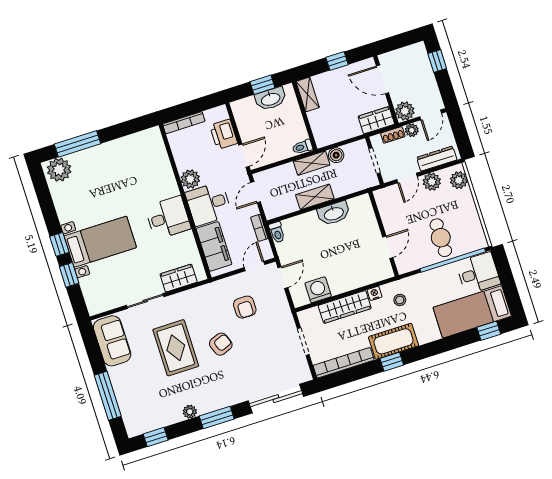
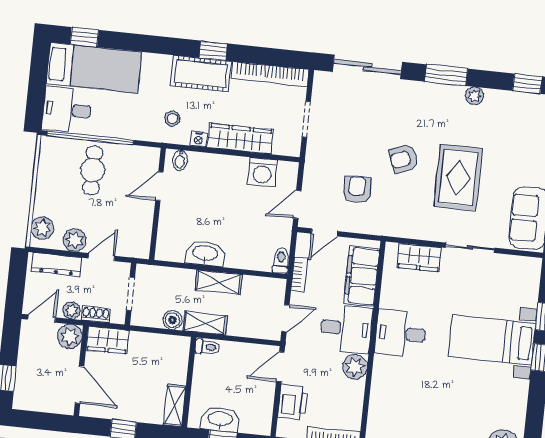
bidet: (381, 272) -> (180, 160), added

